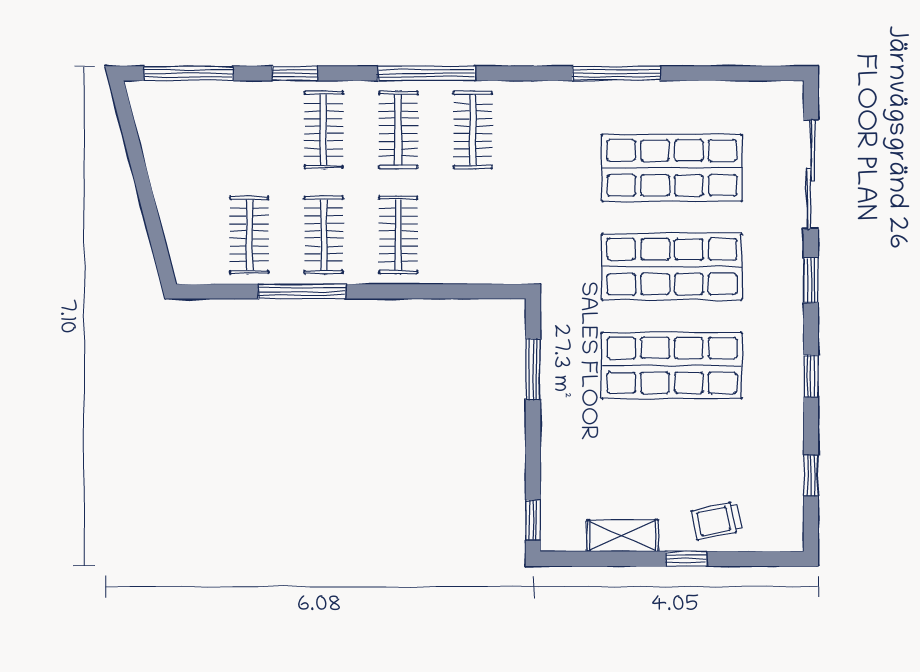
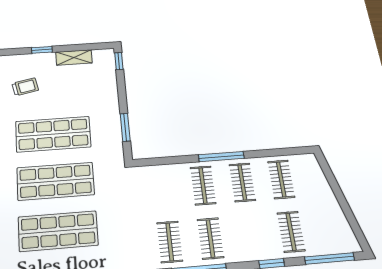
clothes rail: (324, 130) -> (291, 232), moved
window: (302, 291) -> (221, 157), moved
trolley: (717, 521) -> (25, 87), moved

